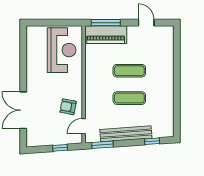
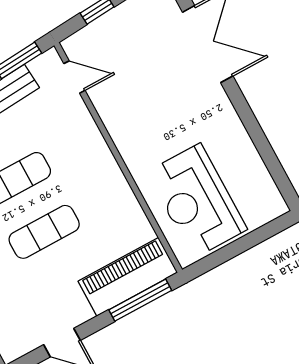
armchair: (68, 107) -> (125, 98), removed
door: (84, 126) -> (74, 77), hinge flipped

